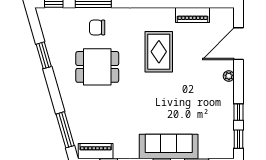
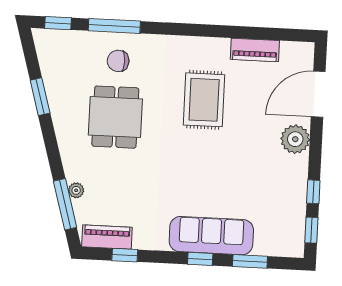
dining table: (97, 67) -> (115, 117), turned 90
plant: (229, 76) -> (295, 139), width x1.88, depth x1.88
plant: (72, 120) -> (76, 190), added

